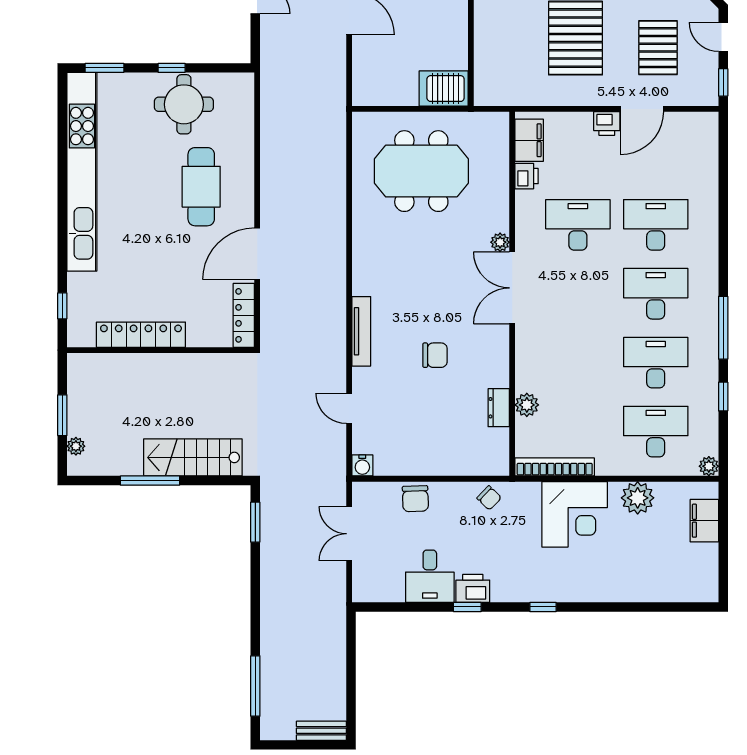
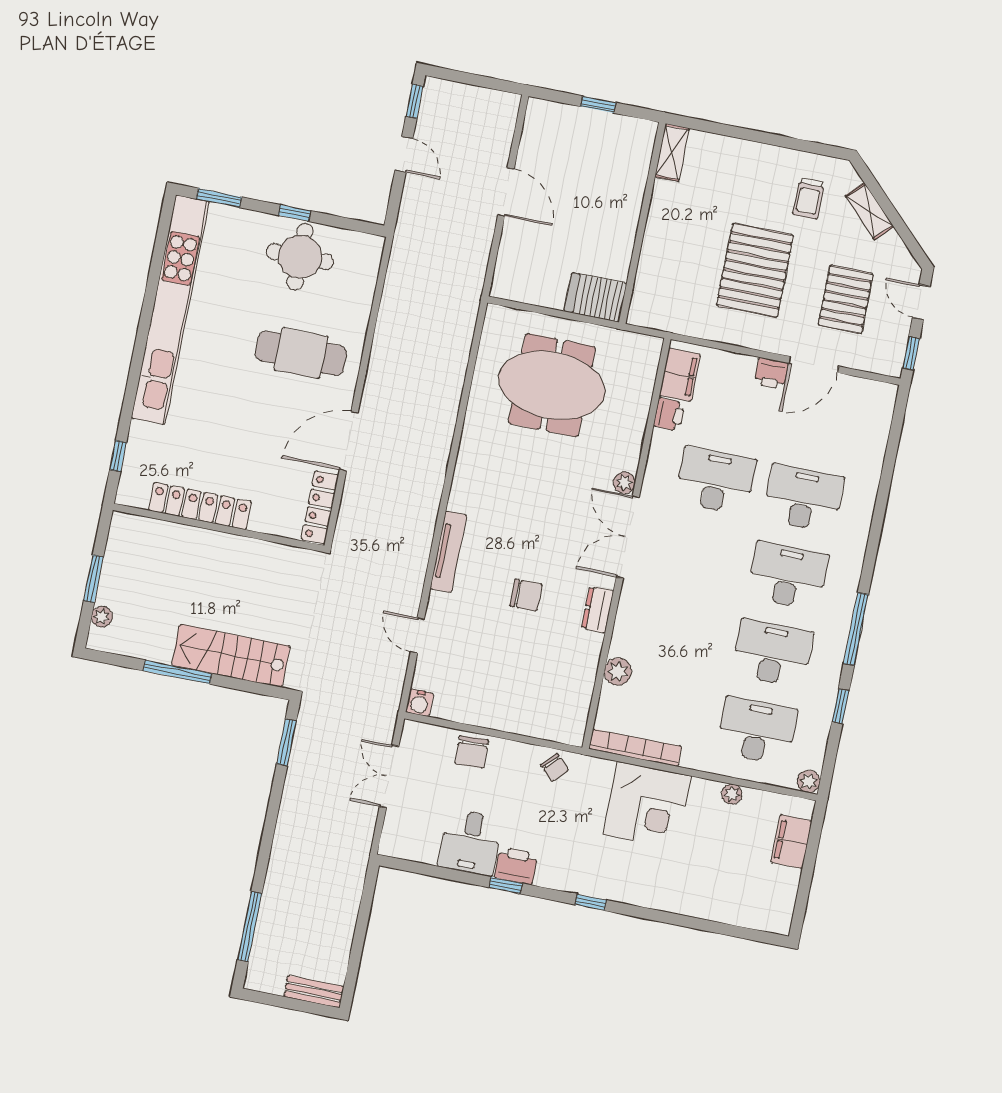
cafe table: (201, 187) -> (301, 353), turned 90
dresser: (499, 408) -> (598, 610), moved
plant: (638, 498) -> (732, 794), width x0.53, depth x0.53

